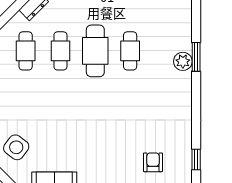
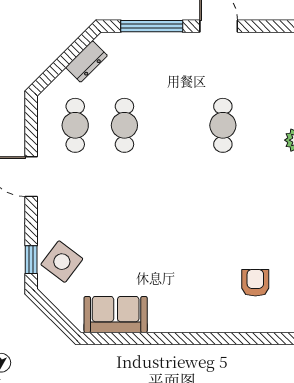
cafe table: (95, 51) -> (174, 125), removed

